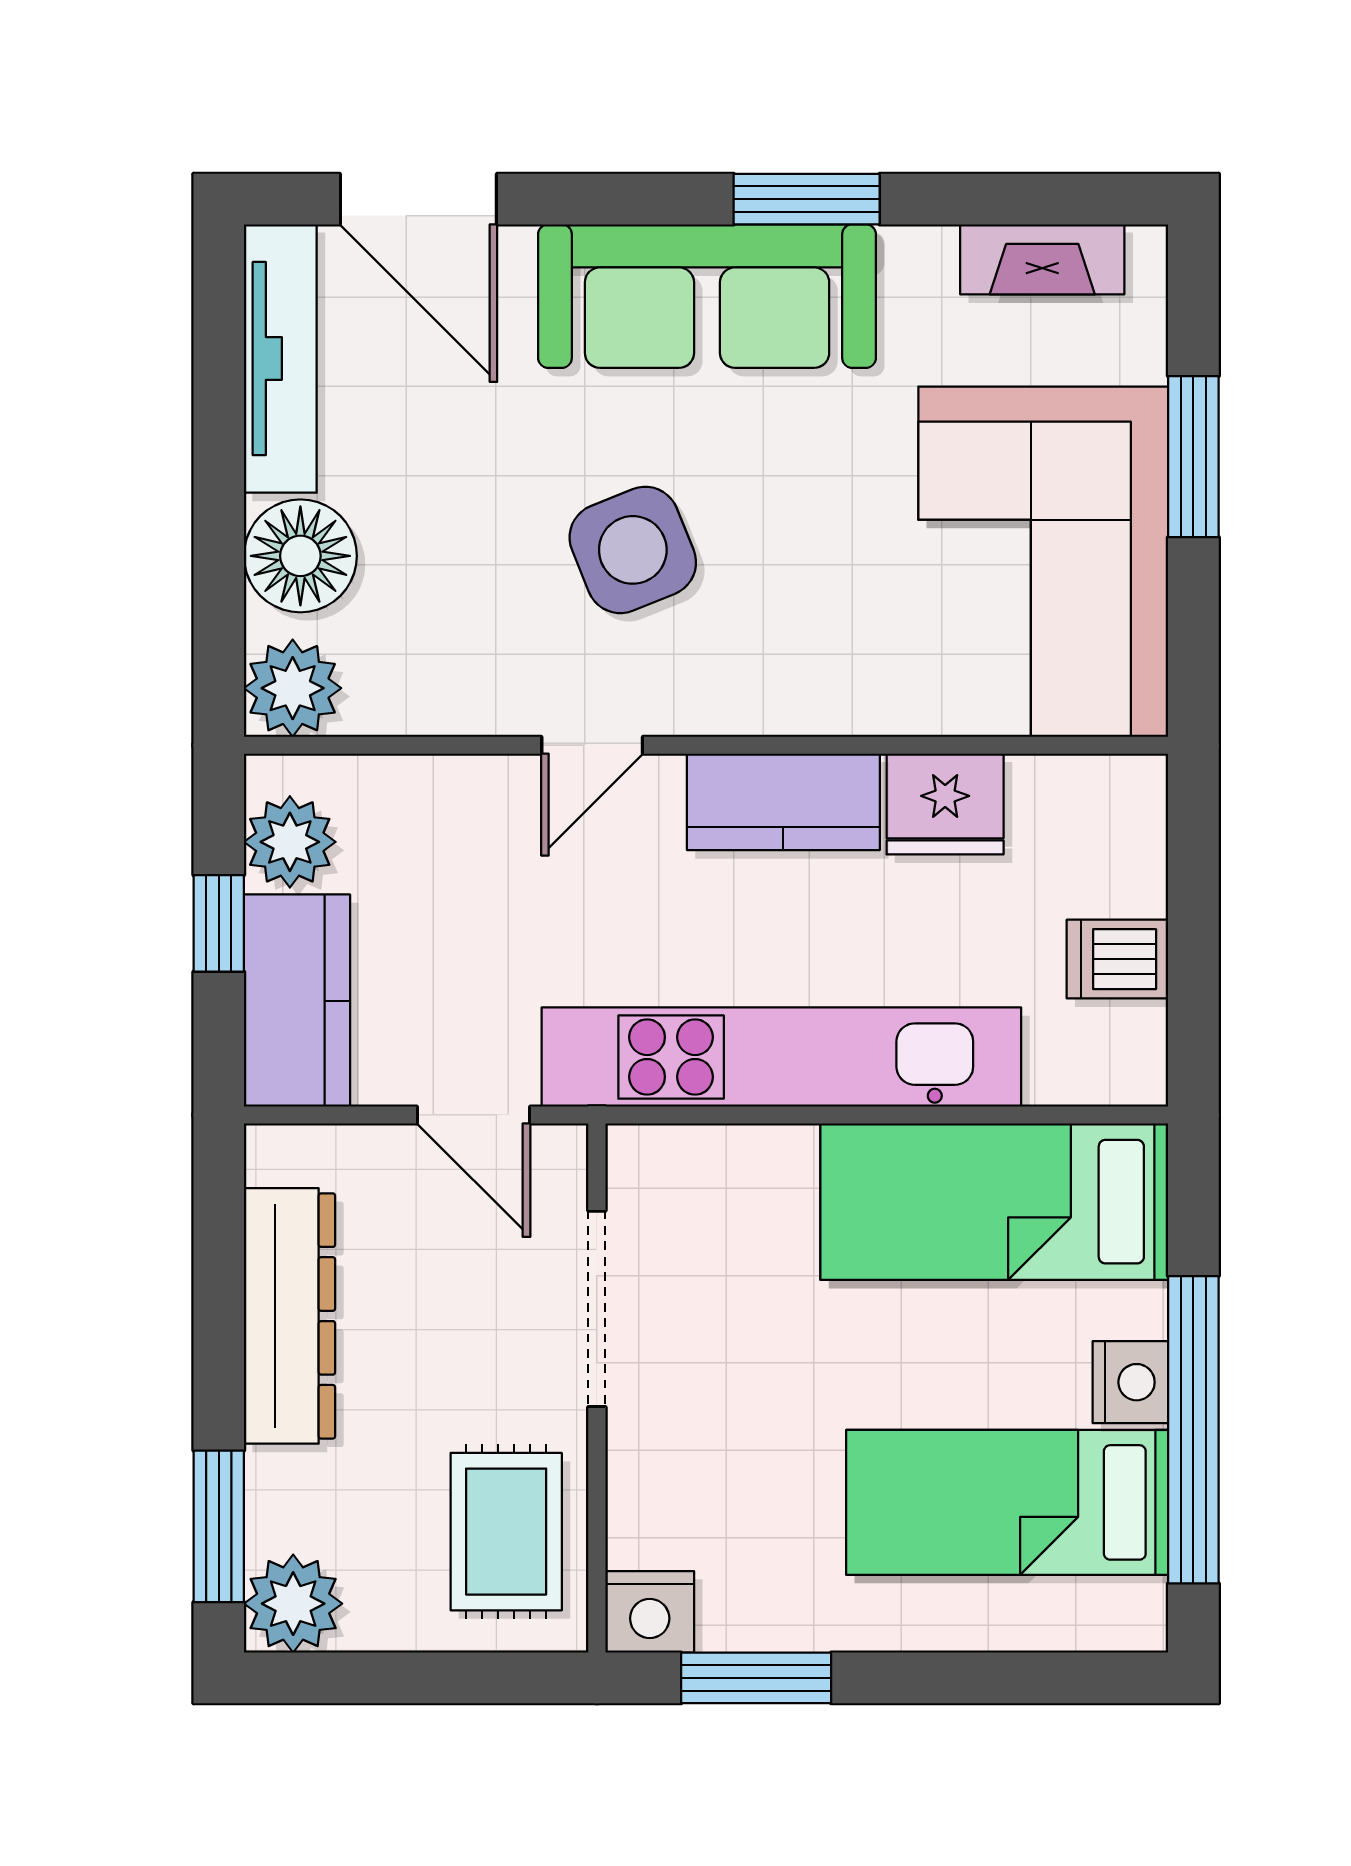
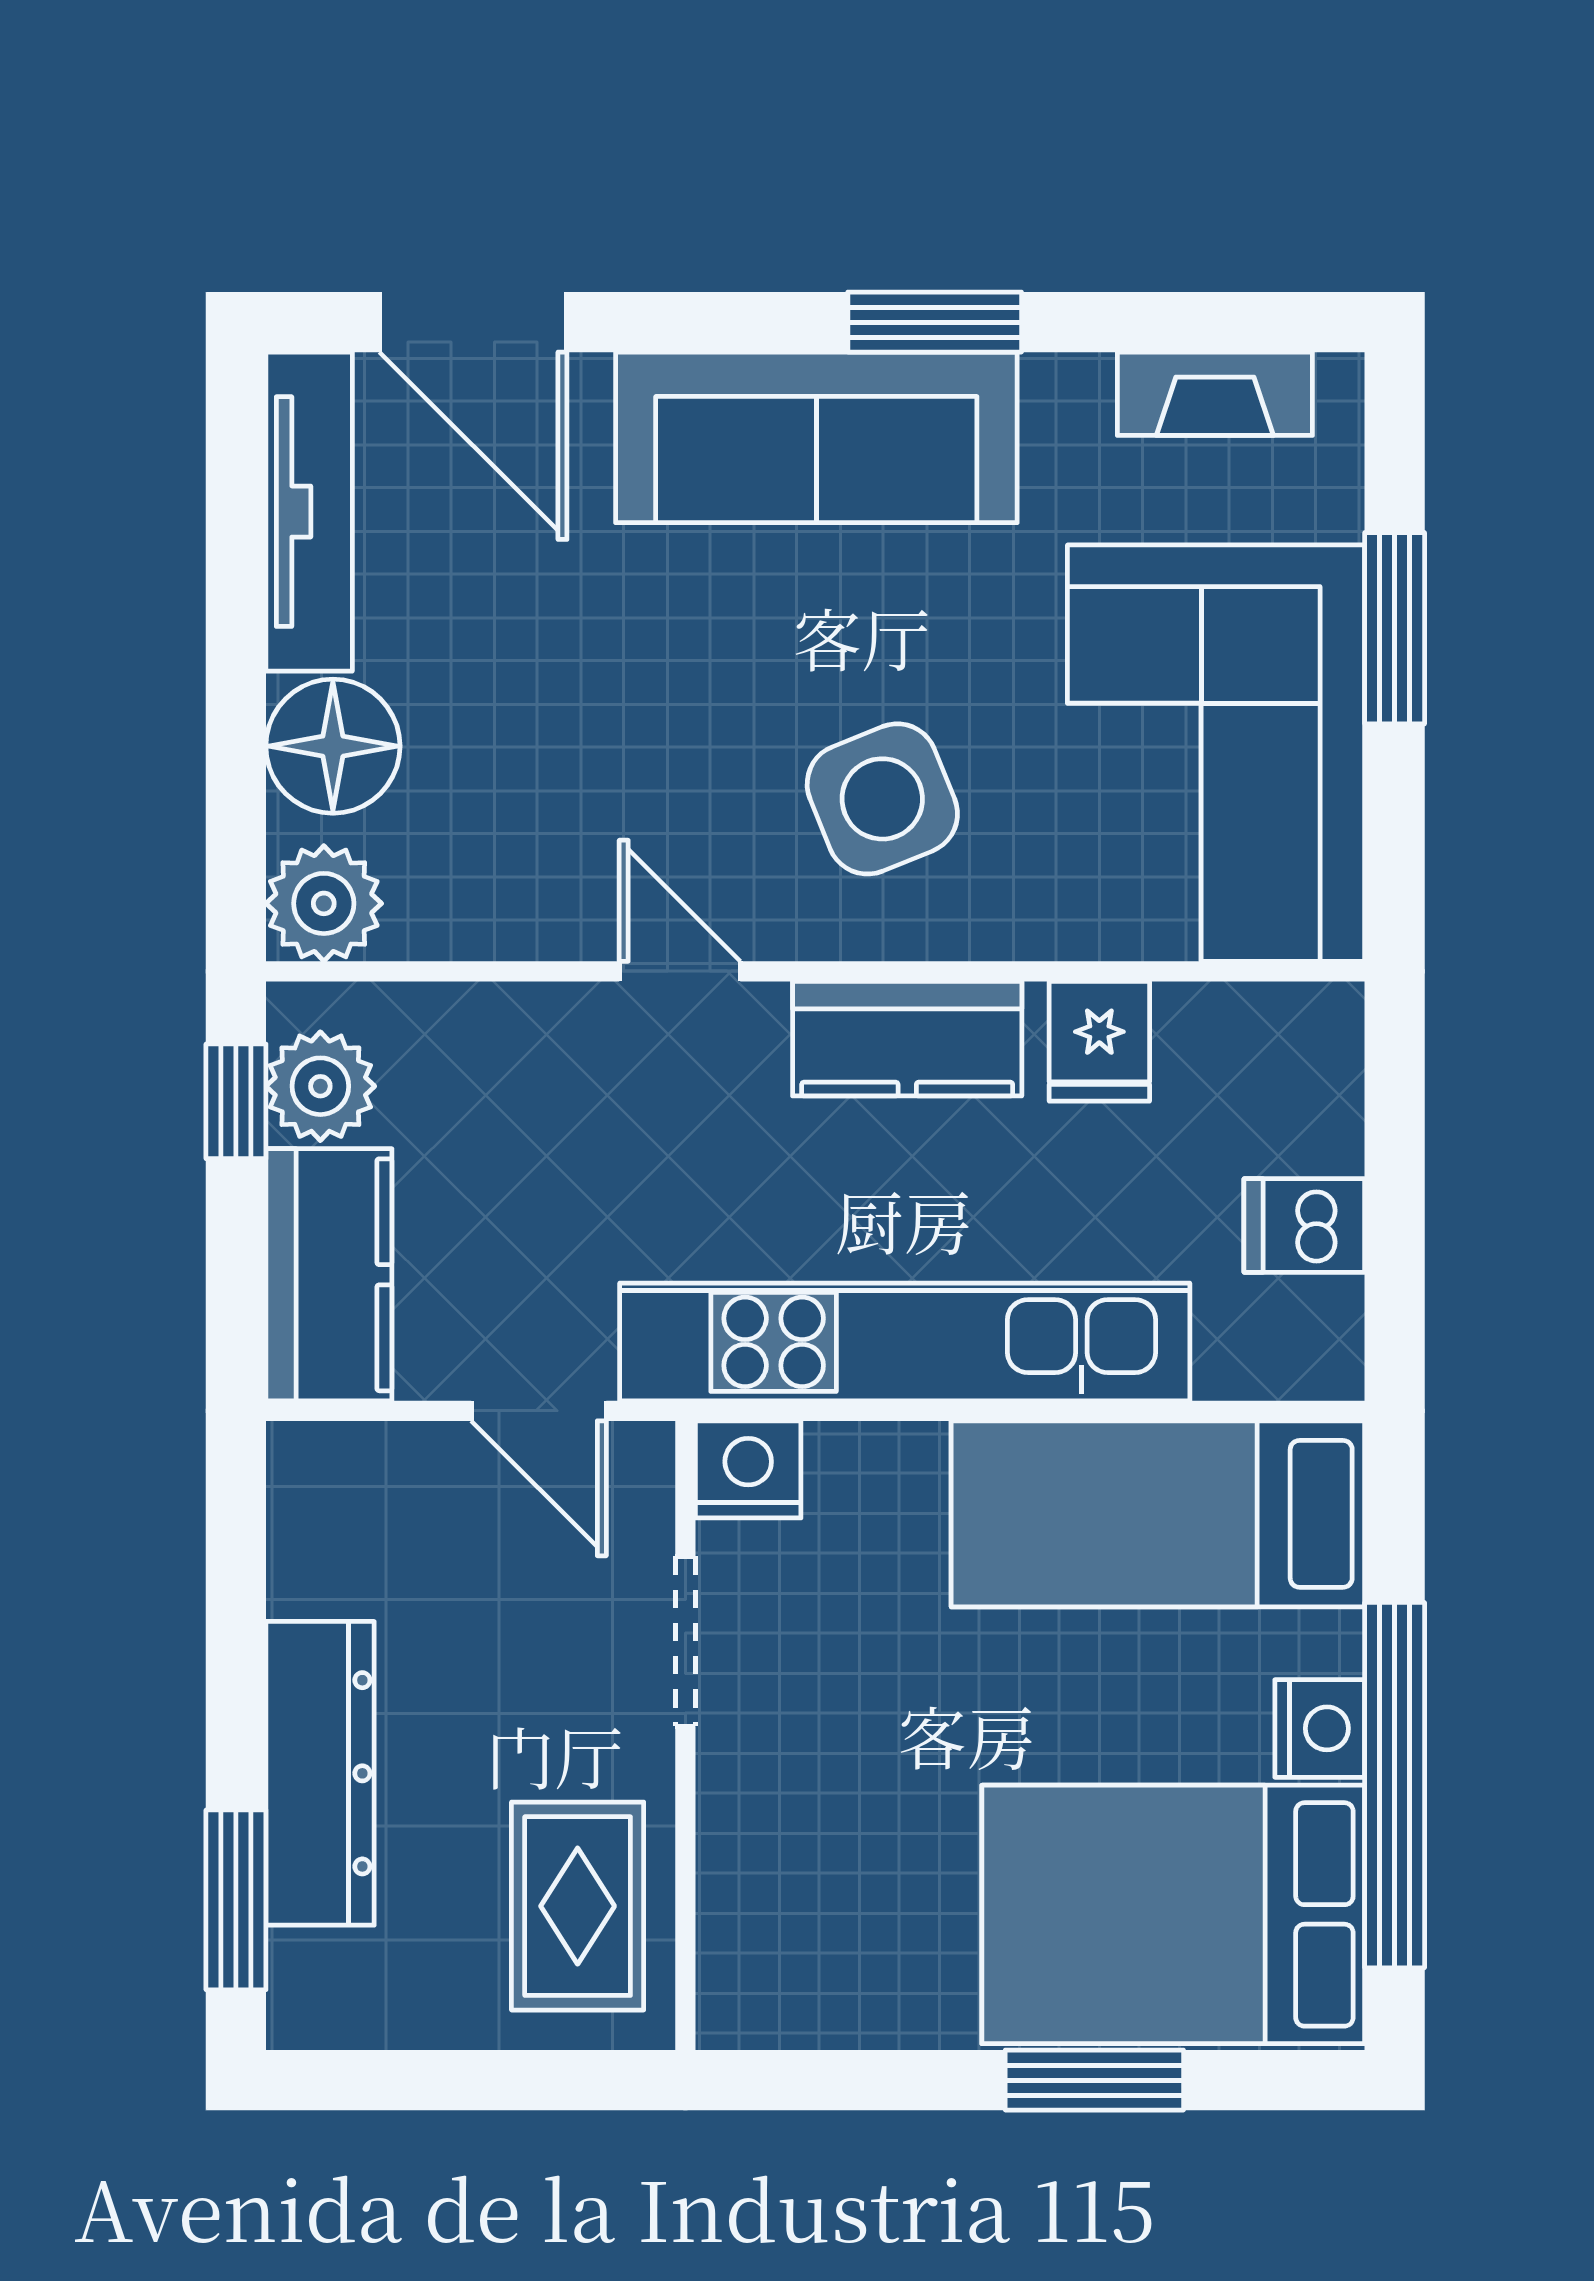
side table: (633, 550) -> (882, 799), moved
door: (592, 745) -> (680, 971), swing flipped
fridge: (945, 804) -> (1099, 1041), width x0.72
window: (219, 923) -> (236, 1101), moved
doorway: (597, 1309) -> (685, 1641), width x0.73
dresser: (290, 1316) -> (320, 1773), moved
bed: (1007, 1502) -> (1173, 1914), width x1.50
plant: (293, 1604) -> (324, 1992), removed
nightstand: (650, 1612) -> (748, 1469), moved, turned 180
window: (756, 1678) -> (1094, 2080), moved

